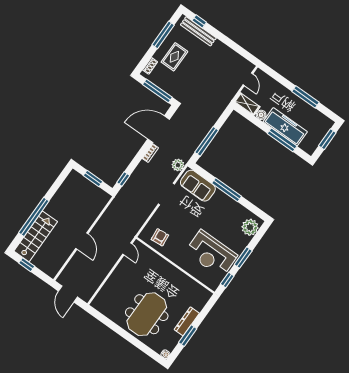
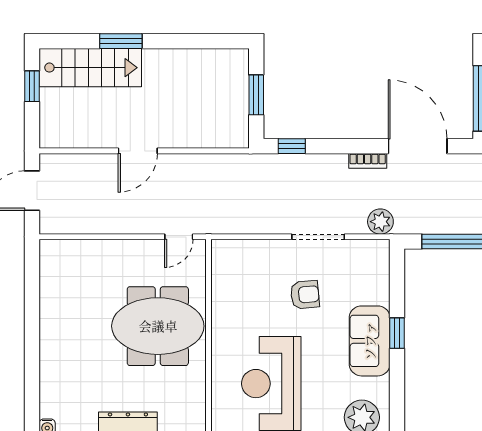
sofa: (198, 186) -> (370, 341), moved
window: (227, 190) -> (397, 333), width x0.46
window: (34, 217) -> (121, 41), width x0.47
armchair: (160, 237) -> (305, 295), moved
meeting table: (147, 314) -> (158, 326), moved

